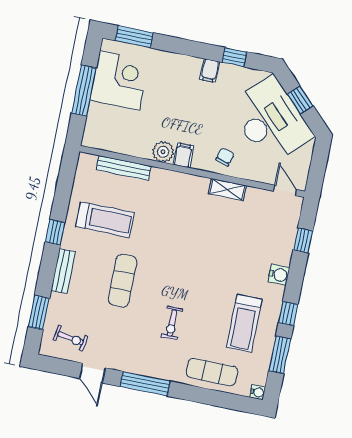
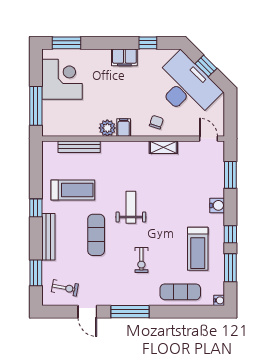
filing cabinet: (210, 71) -> (124, 57), width x2.00
window: (84, 91) -> (36, 106), moved
window: (303, 241) -> (230, 175), width x1.50
weight bench: (172, 255) -> (131, 207), added
bench: (63, 271) -> (48, 237), width x1.36

